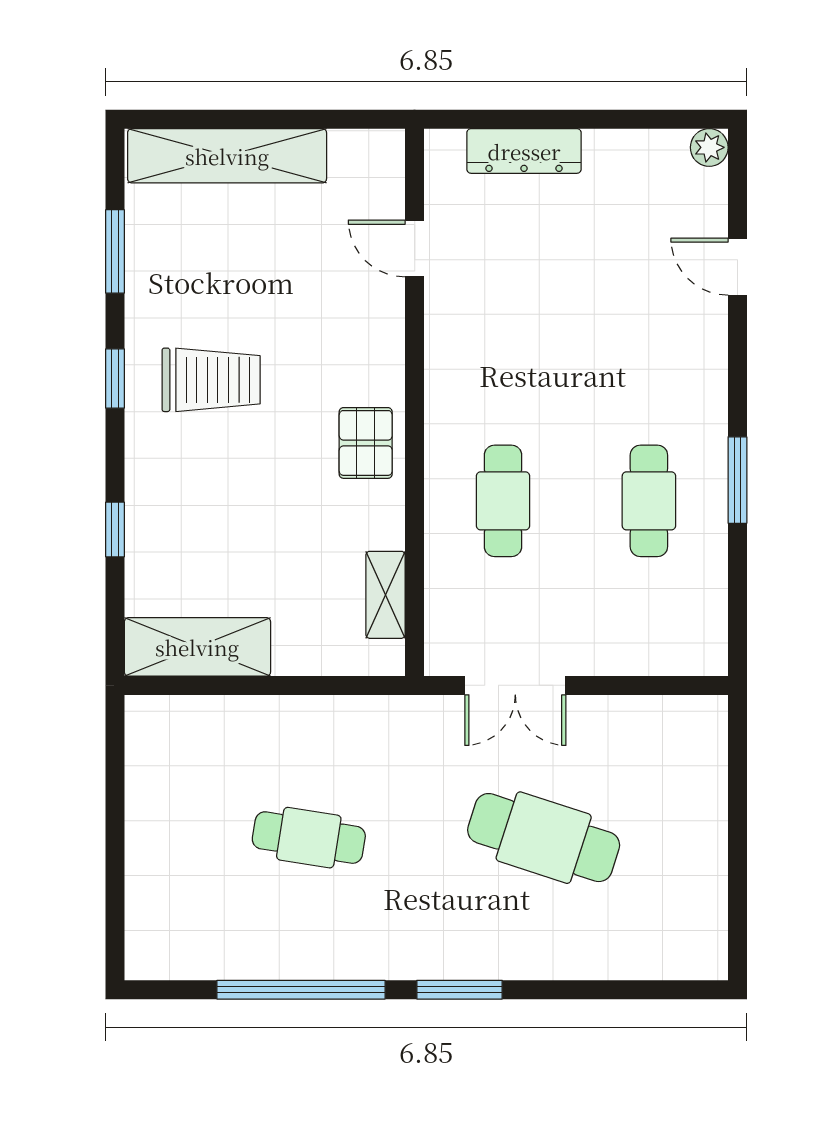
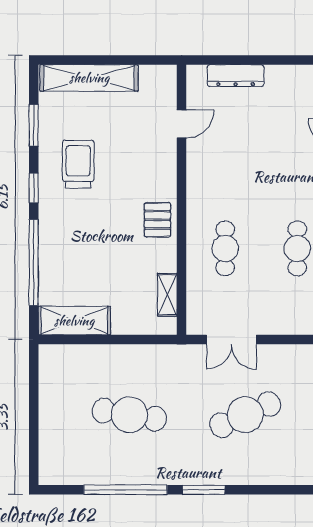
door: (415, 249) -> (182, 124), swing flipped
trolley: (211, 380) -> (78, 164), moved, turned -90
window: (115, 529) -> (34, 263), width x3.17
cafe table: (309, 838) -> (129, 415), width x1.37, depth x1.35
cafe table: (544, 838) -> (245, 415), turned -42

